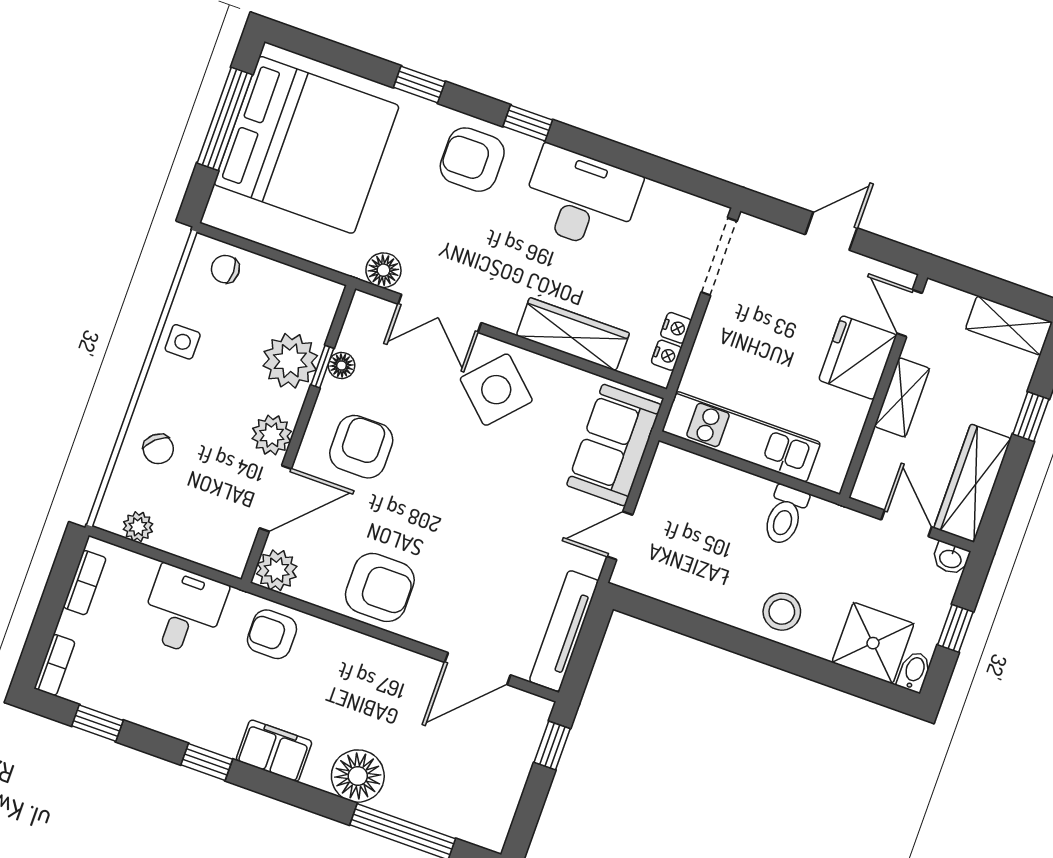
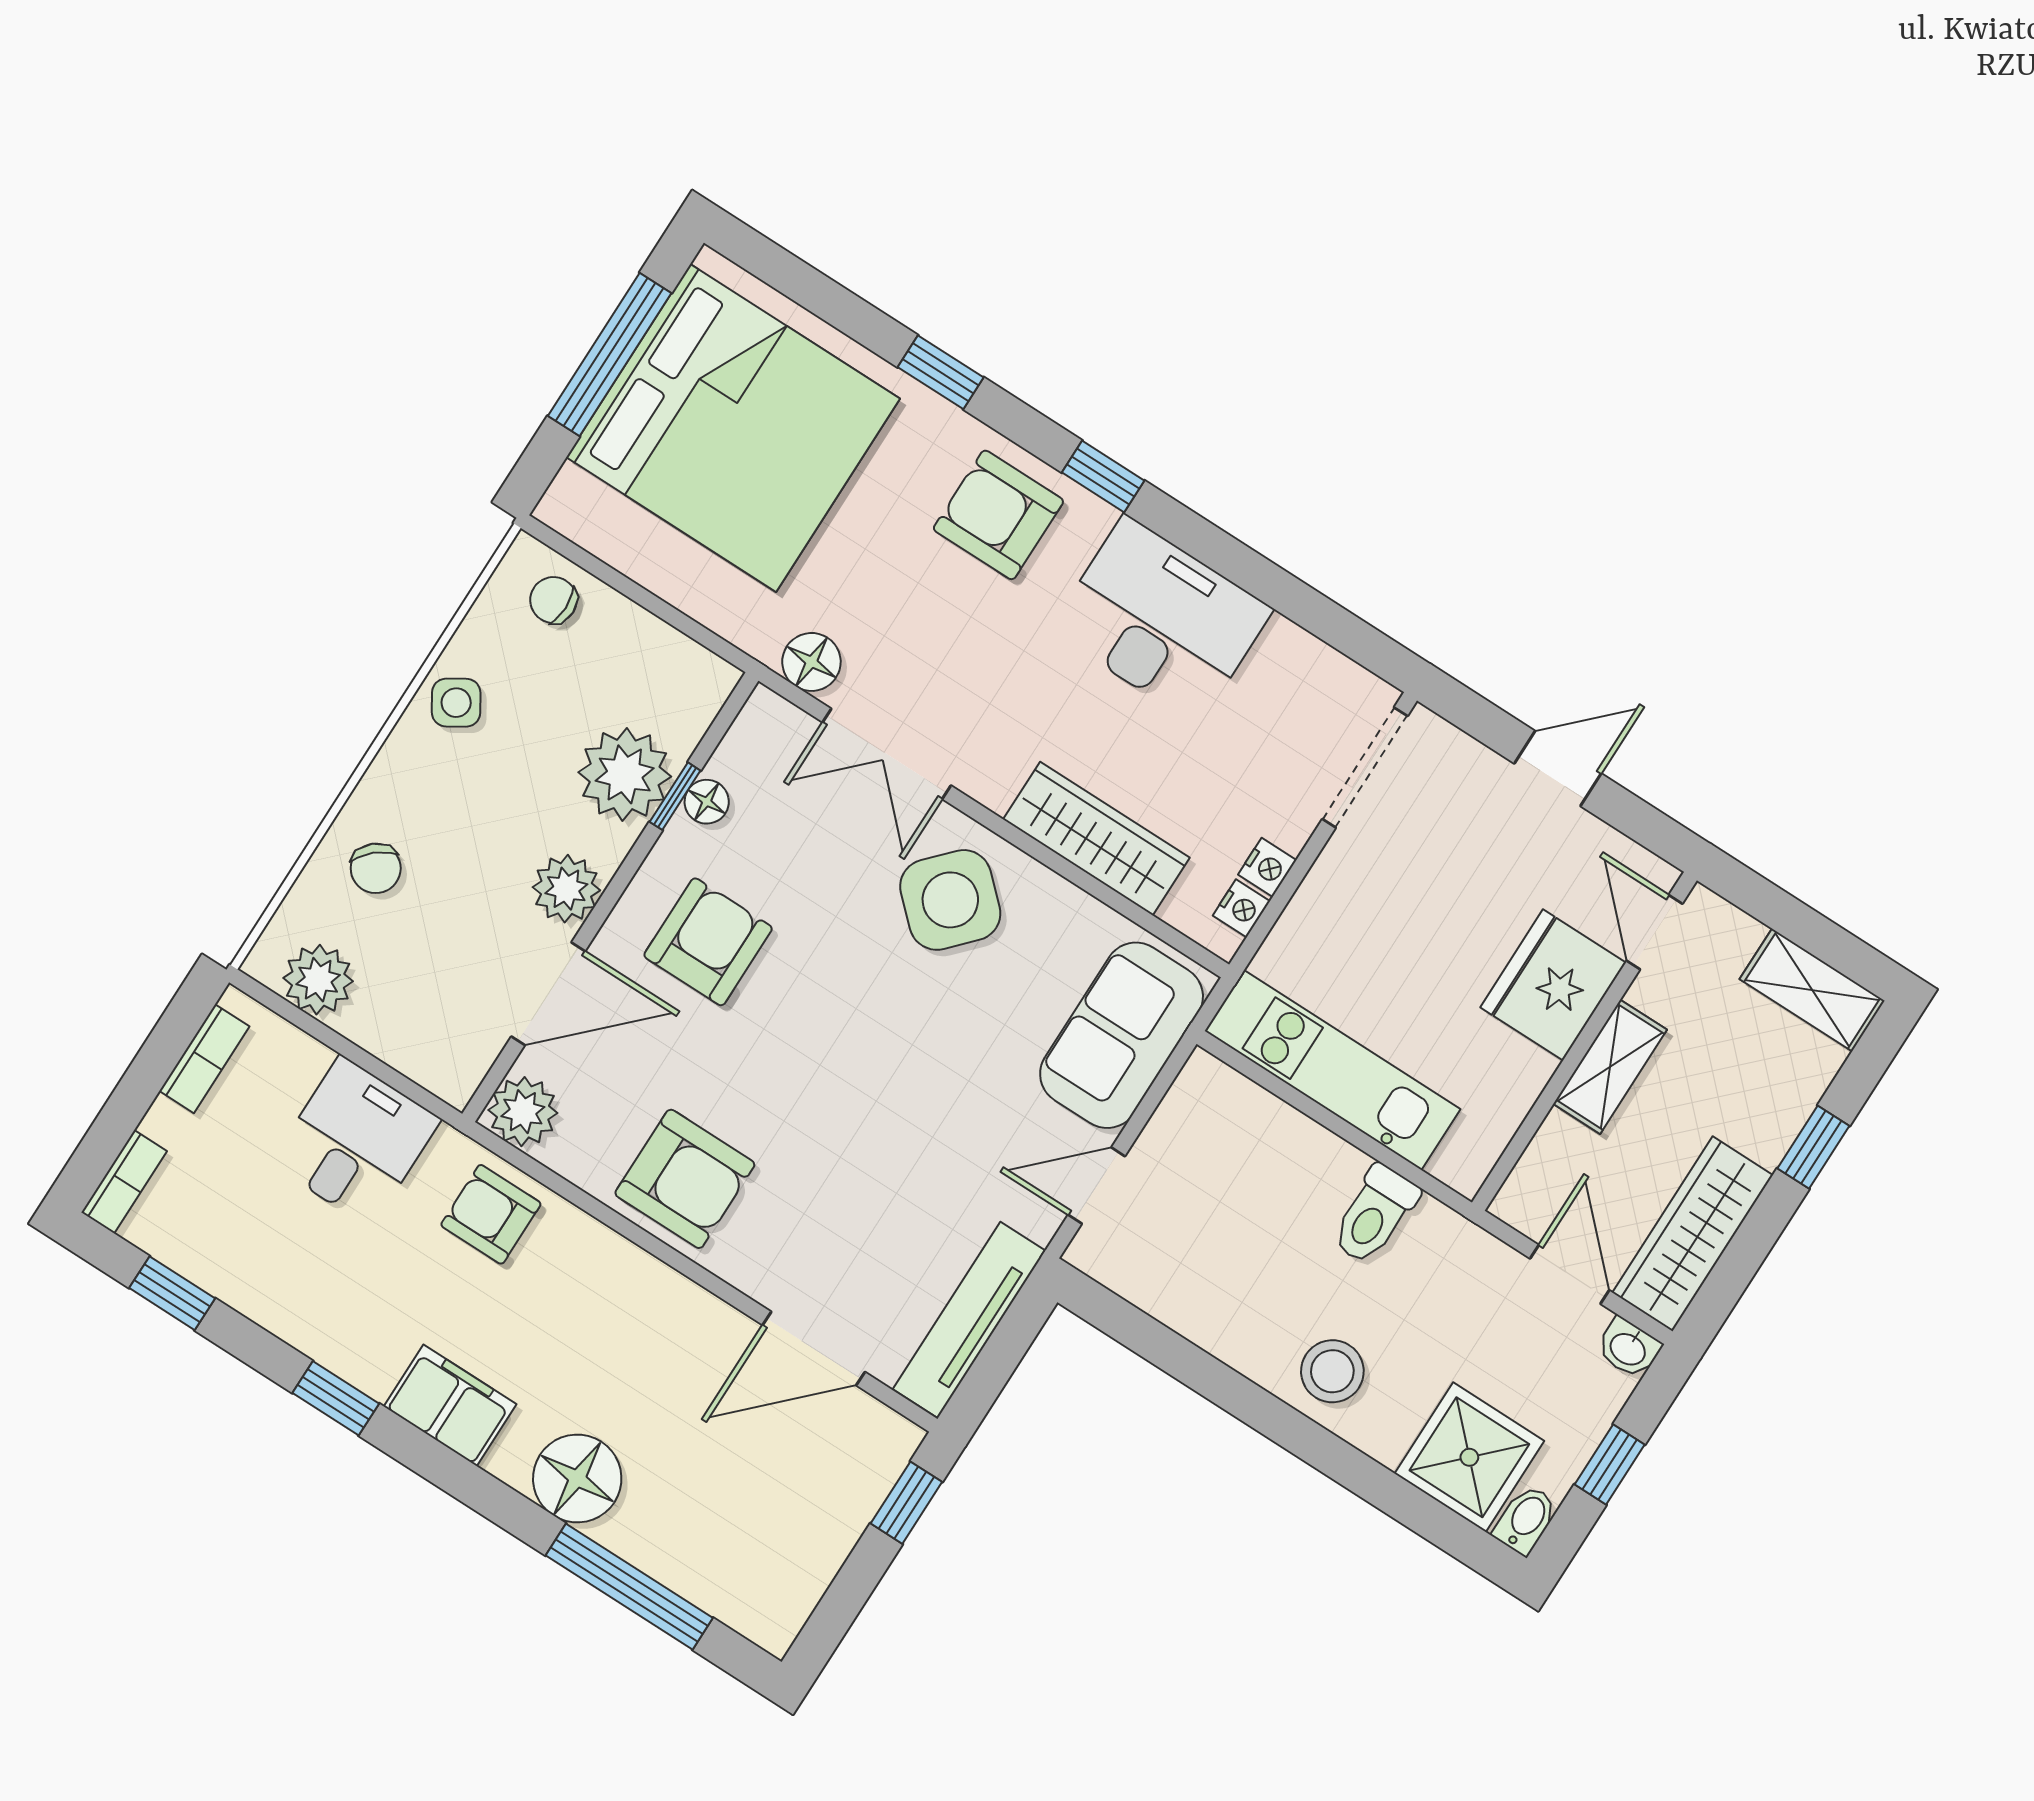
side table: (183, 342) -> (456, 703), turned -32
plant: (138, 527) -> (318, 980), width x1.38, depth x1.38

